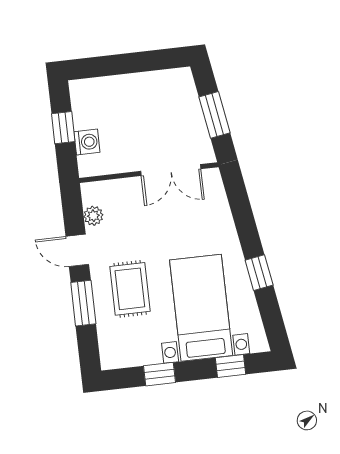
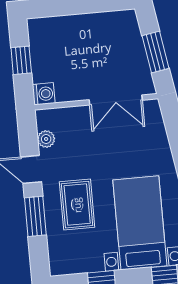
washing machine: (87, 142) -> (44, 94), moved

